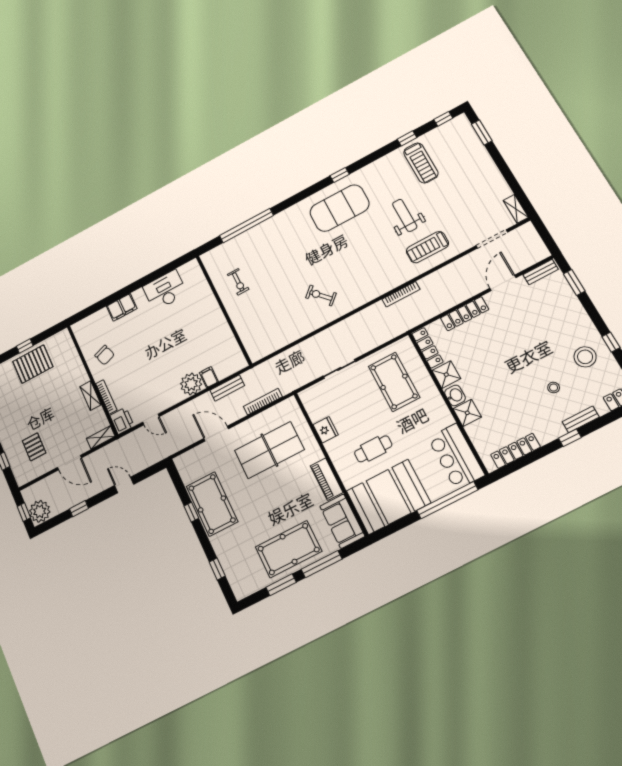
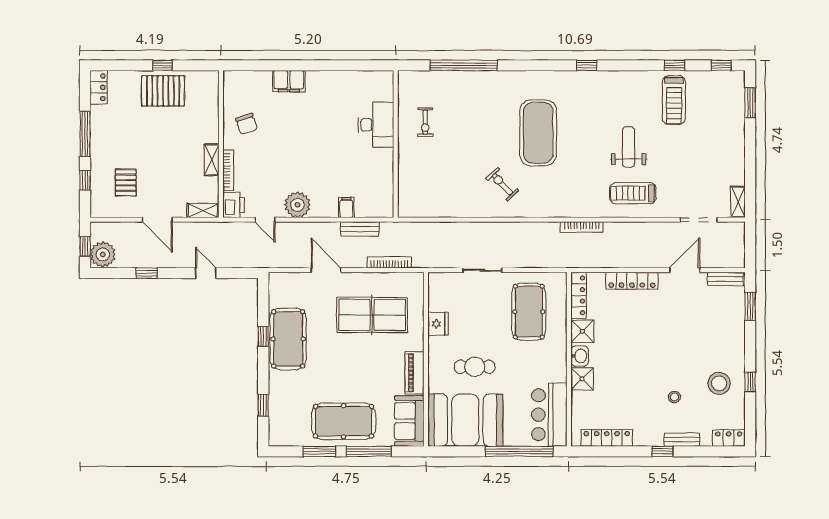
exercise mat: (339, 208) -> (538, 133), moved, turned 90
desk: (165, 290) -> (376, 125), moved, turned 90
plant: (191, 384) -> (297, 205), moved

